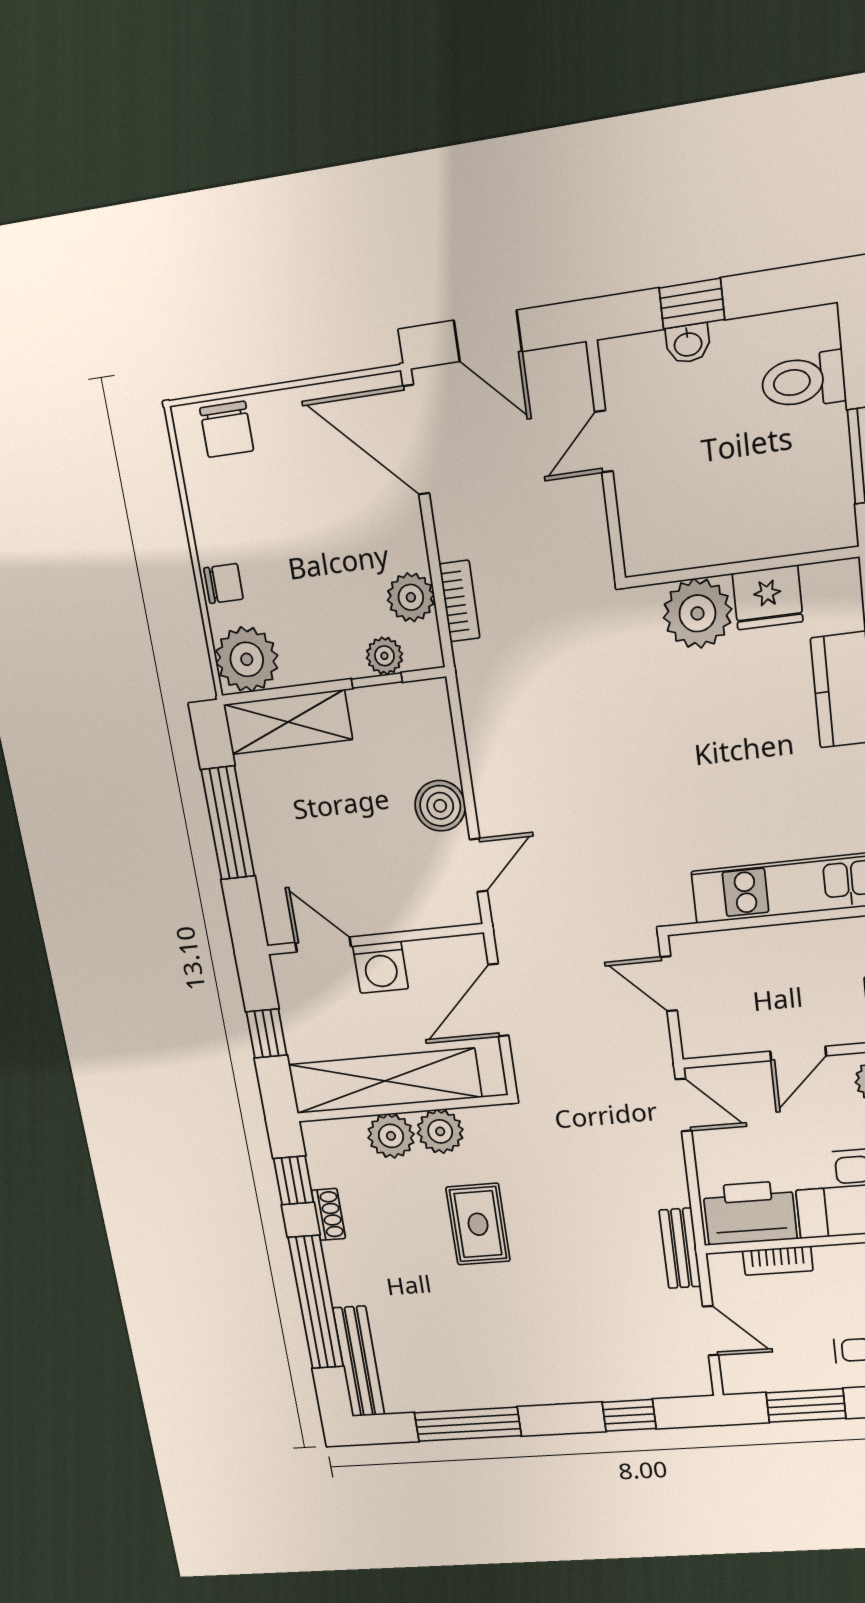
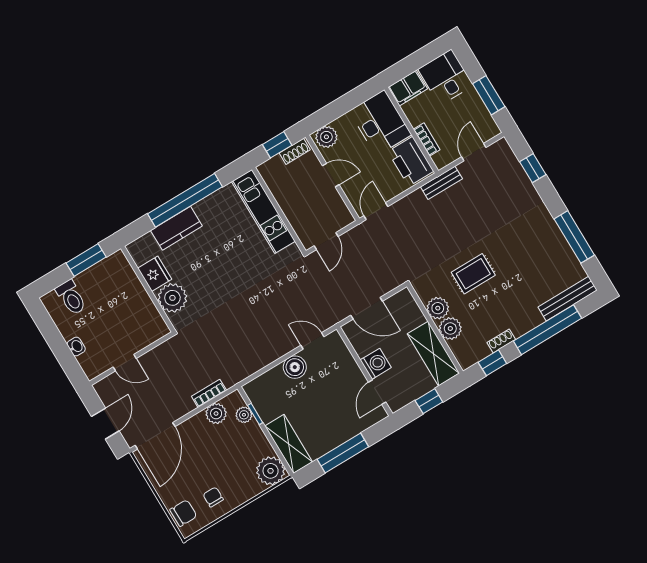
window: (692, 304) -> (62, 351), removed
chair: (224, 584) -> (213, 497), moved
shelving: (385, 1081) -> (433, 354), width x0.68

